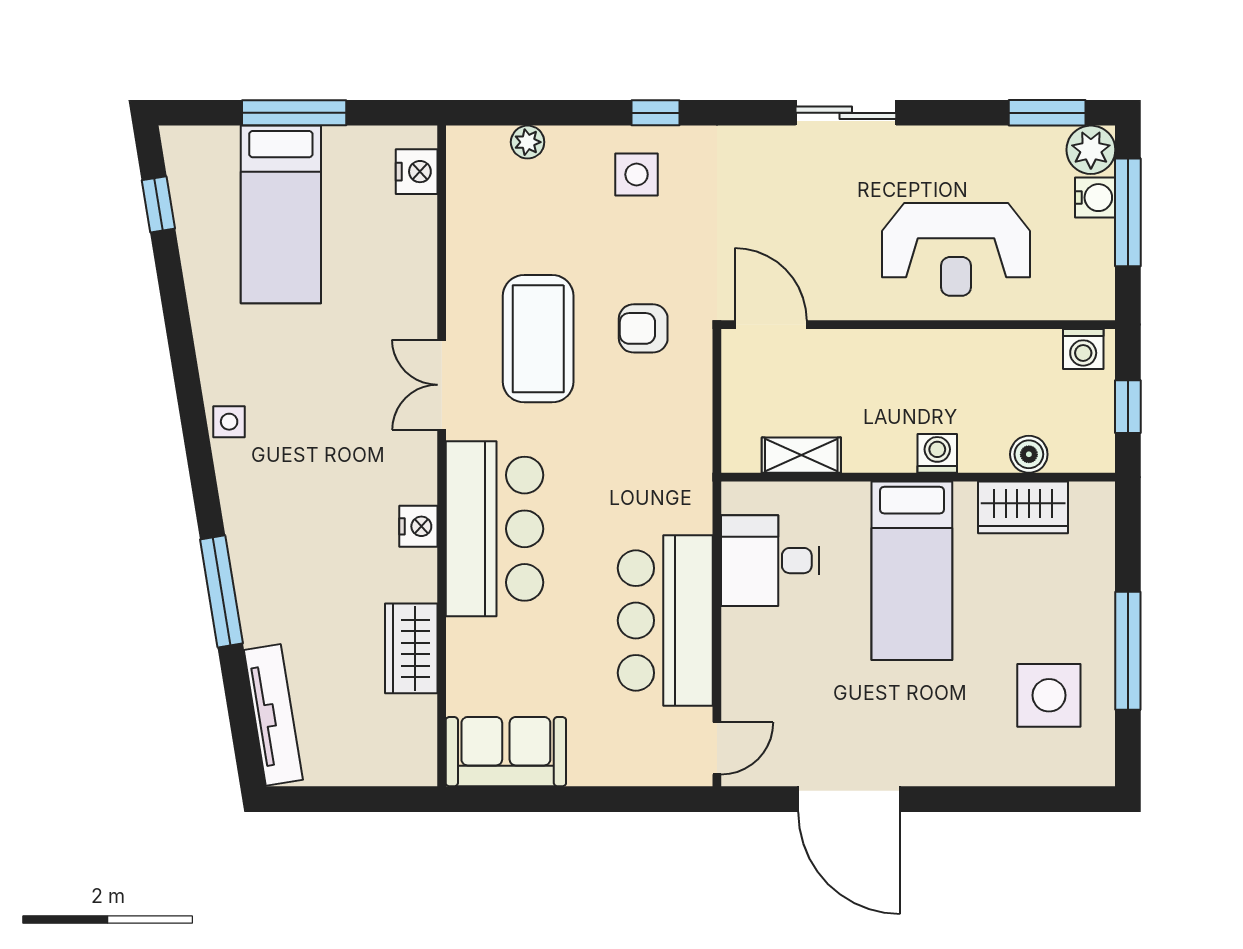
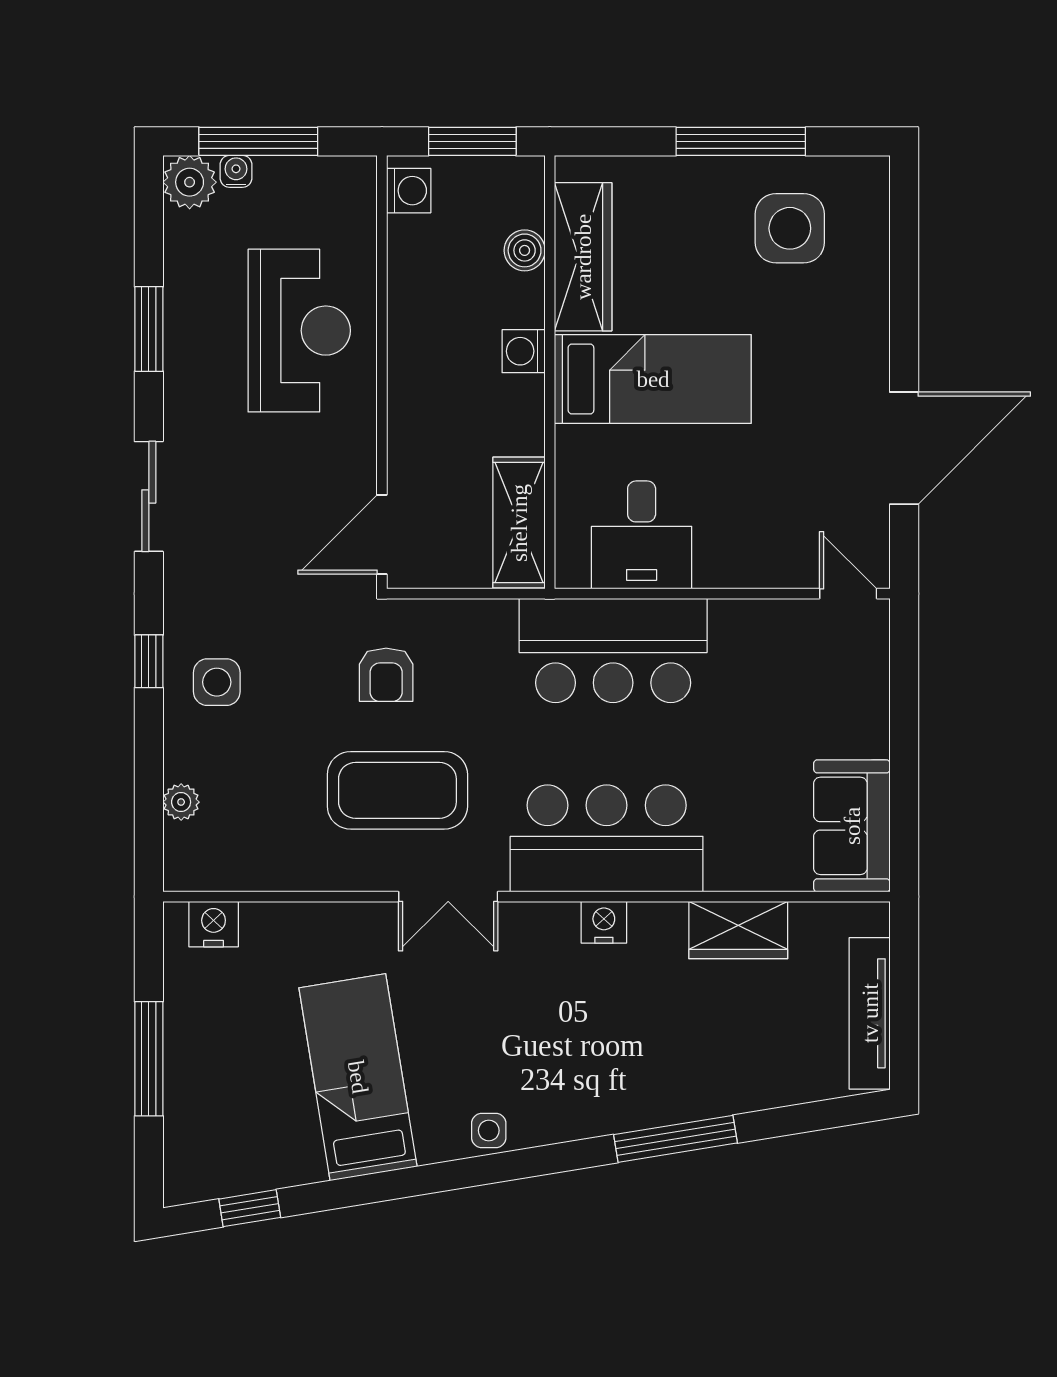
sliding door: (846, 113) -> (149, 496), moved
window: (1047, 113) -> (149, 329), moved
water cooler: (1095, 198) -> (236, 171), width x0.72, depth x0.72
bed: (281, 214) -> (358, 1077), moved, turned -99
window: (1128, 407) -> (472, 141), width x1.50
shelving: (801, 455) -> (519, 523), width x1.50, depth x1.33
wardrobe: (1023, 507) -> (583, 257), width x1.50
bar counter: (665, 620) -> (613, 650), moved
tv unit: (273, 715) -> (870, 1013), moved, turned -81

